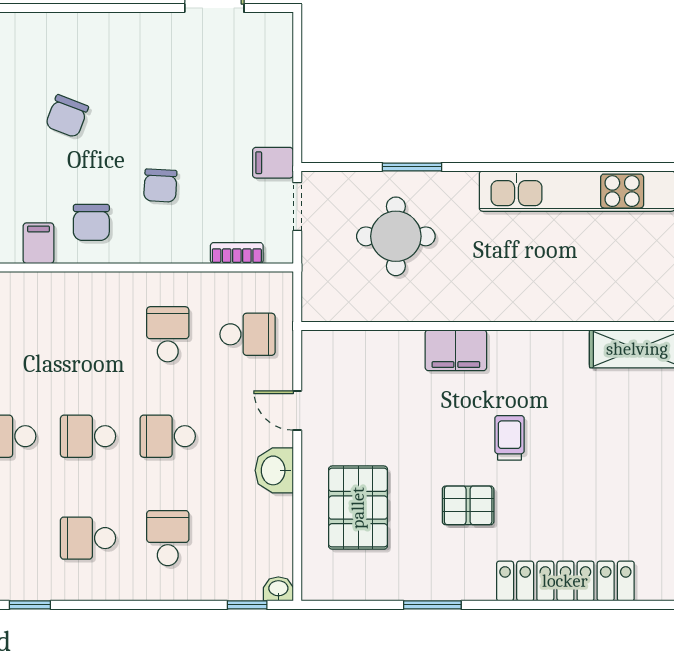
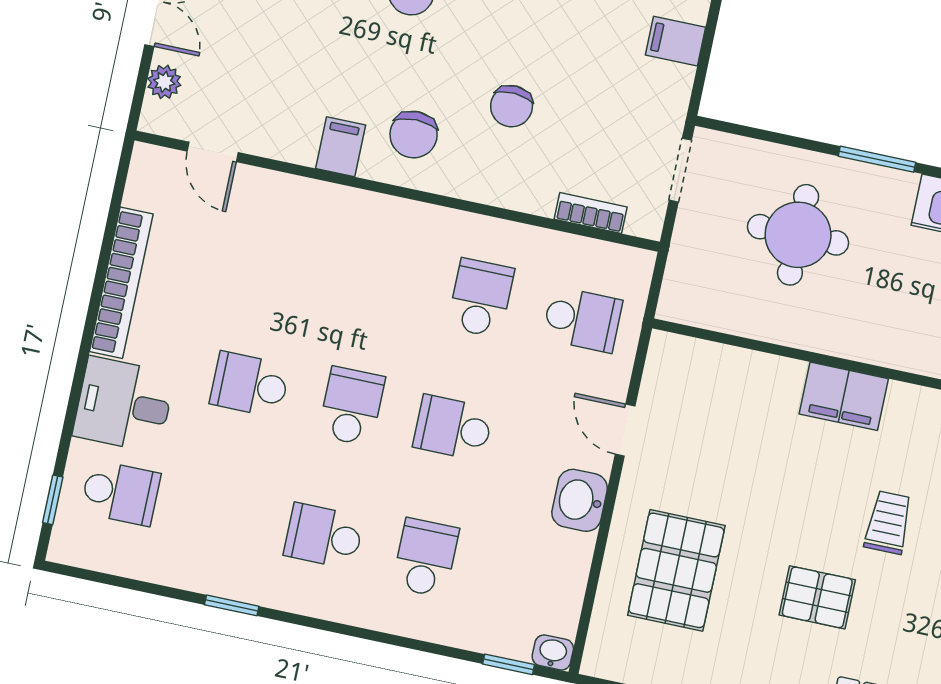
filing cabinet: (273, 163) -> (675, 41), moved
window: (412, 167) -> (877, 159), moved
school desk: (88, 436) -> (351, 406), turned 90

